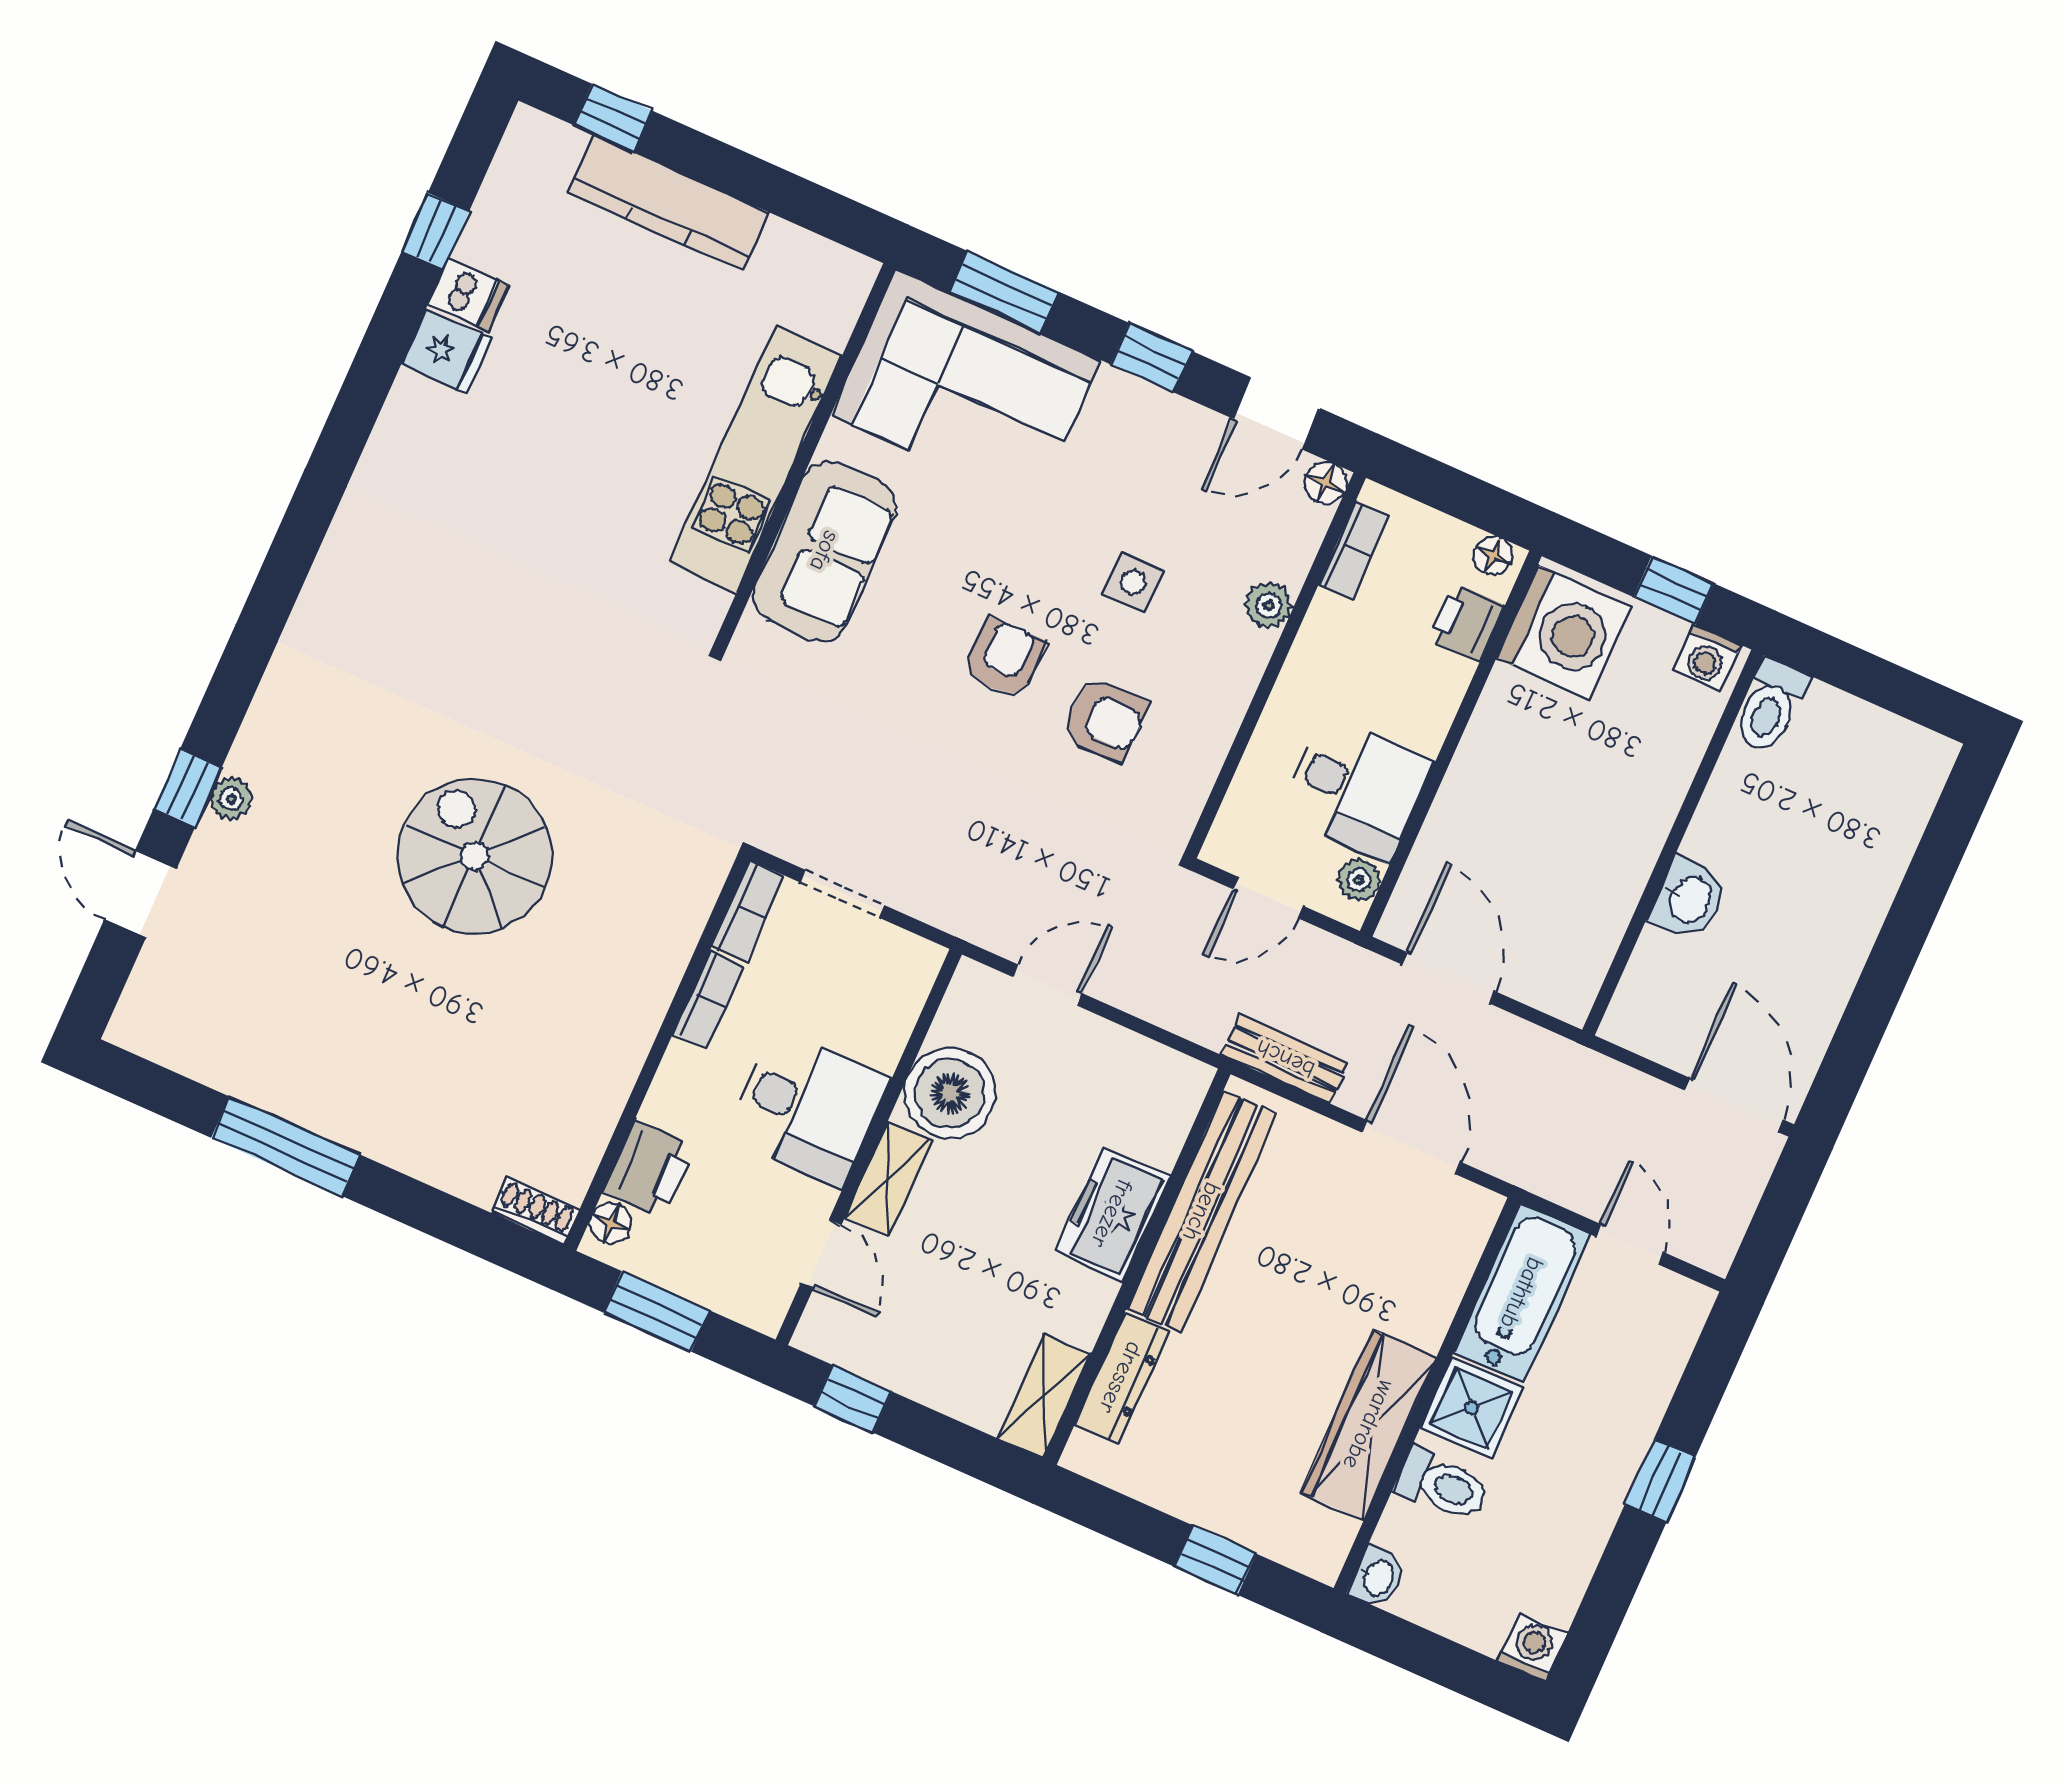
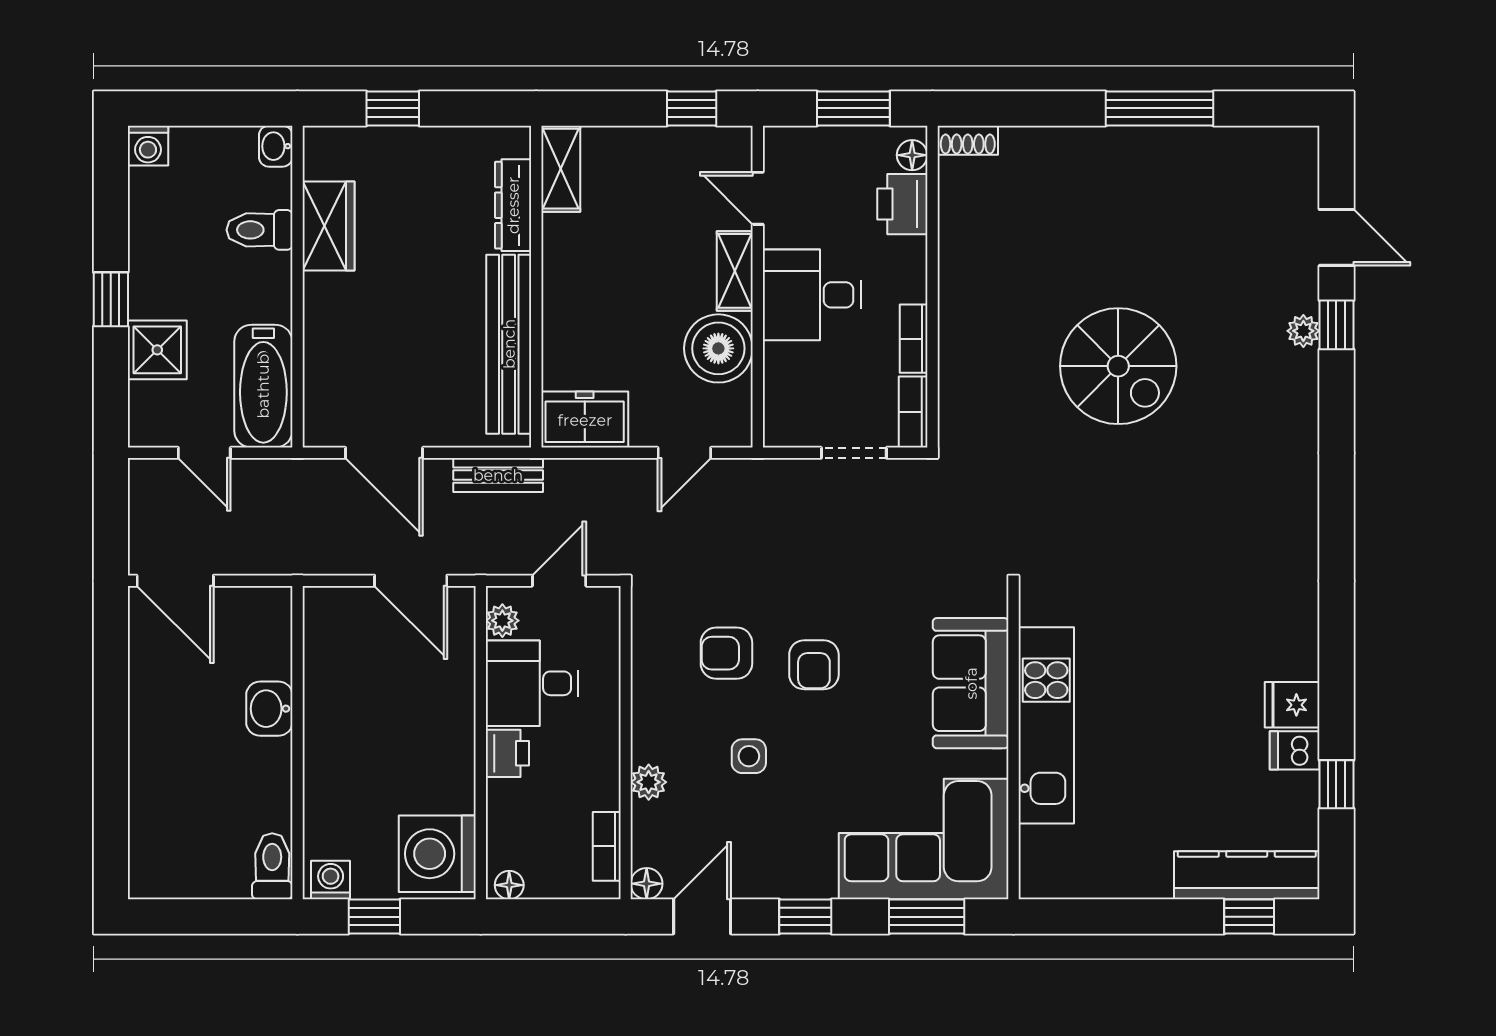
kitchen counter: (668, 202) -> (1247, 875), moved
printer: (1466, 622) -> (507, 753), moved
freezer: (1112, 1214) -> (585, 420), moved, turned -90
shower: (1471, 1408) -> (157, 350), moved
wardrobe: (1369, 1425) -> (329, 226), width x0.67

